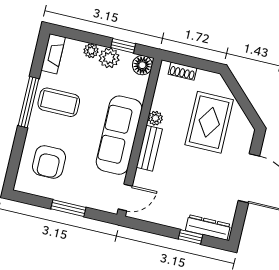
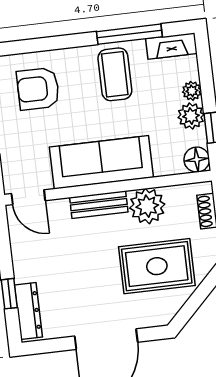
window: (28, 102) -> (129, 34), moved
plant: (155, 118) -> (147, 206), width x1.88, depth x1.88

